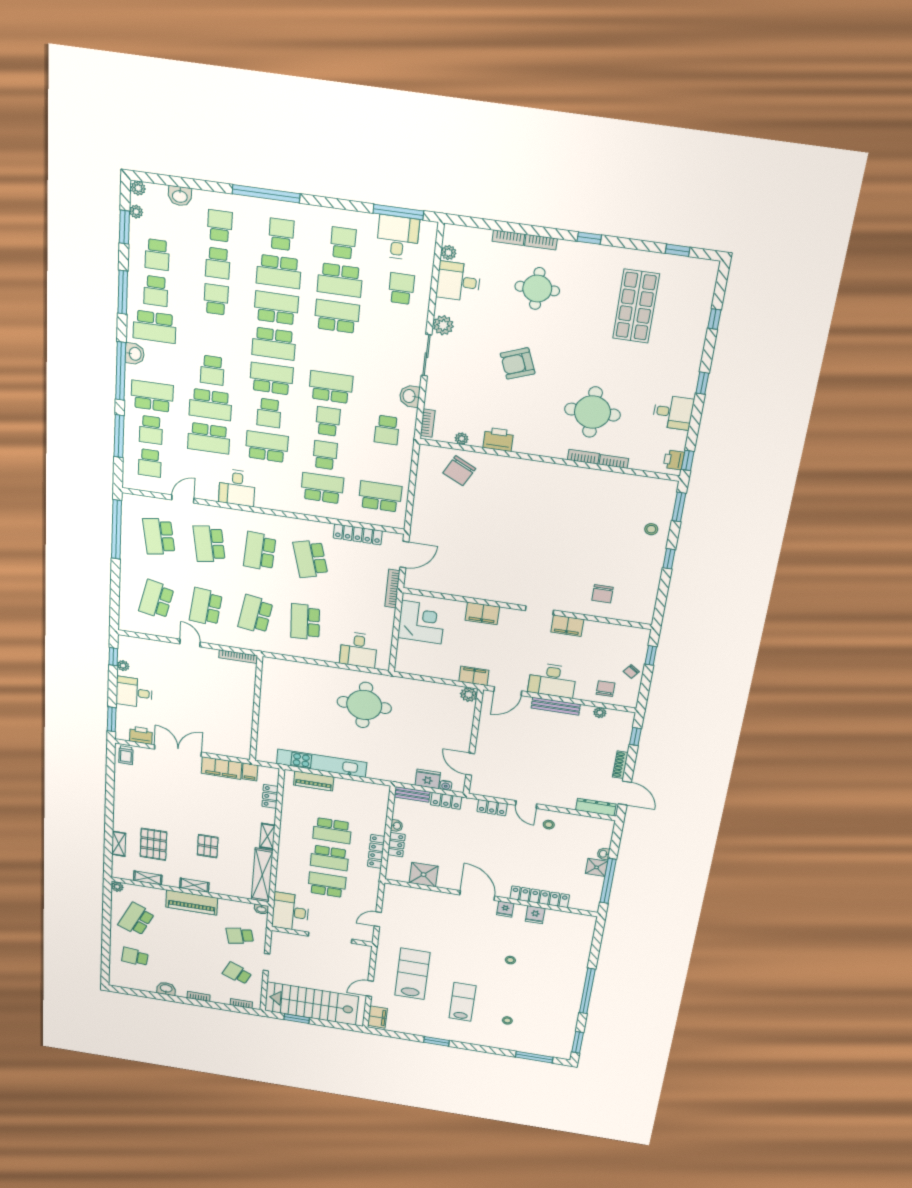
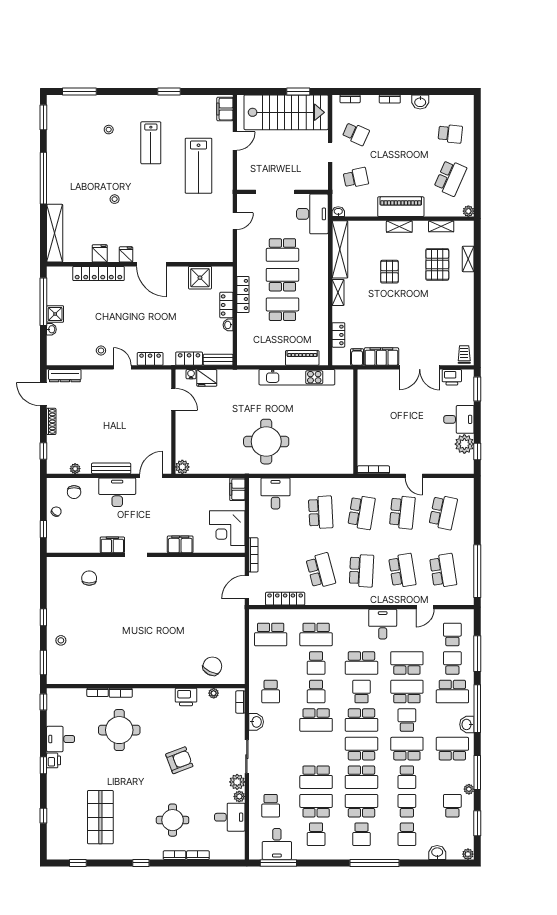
plant: (136, 212) -> (469, 789), moved
plant: (448, 253) -> (239, 796), moved
school desk: (156, 291) -> (407, 749), moved, width x1.85
school desk: (387, 430) -> (271, 692), turned 180
printer: (674, 460) -> (54, 760), moved
plant: (123, 666) -> (464, 444), width x1.87, depth x1.87
filing cabinet: (474, 676) -> (237, 489), moved, turned 90
shelving: (584, 941) -> (55, 233), added

